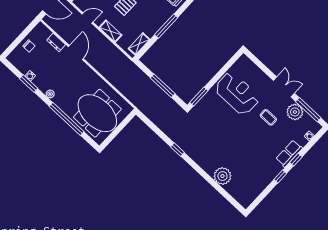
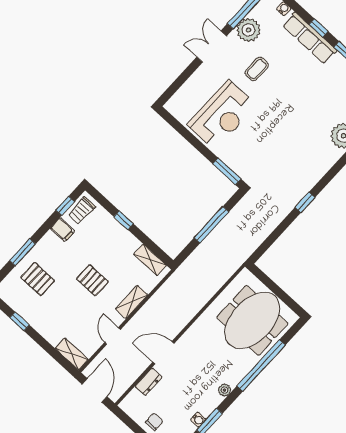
window: (166, 26) -> (124, 220), width x0.46
reception desk: (237, 93) -> (222, 115), turned 180
row of seats: (289, 154) -> (310, 38), width x1.48

